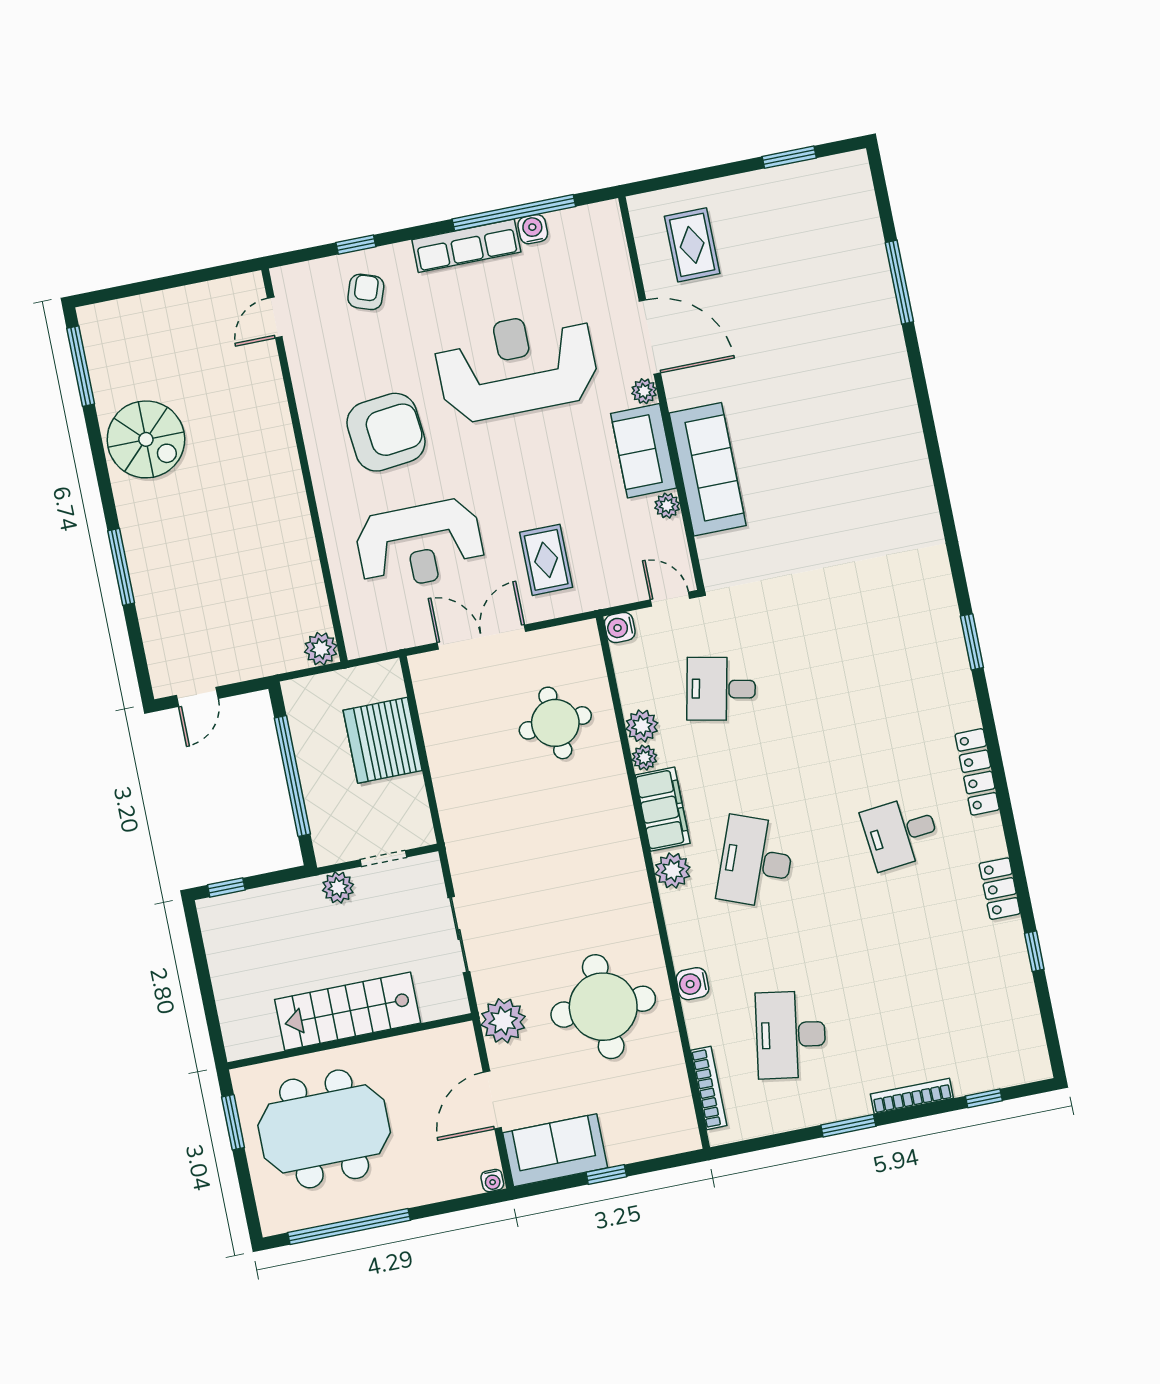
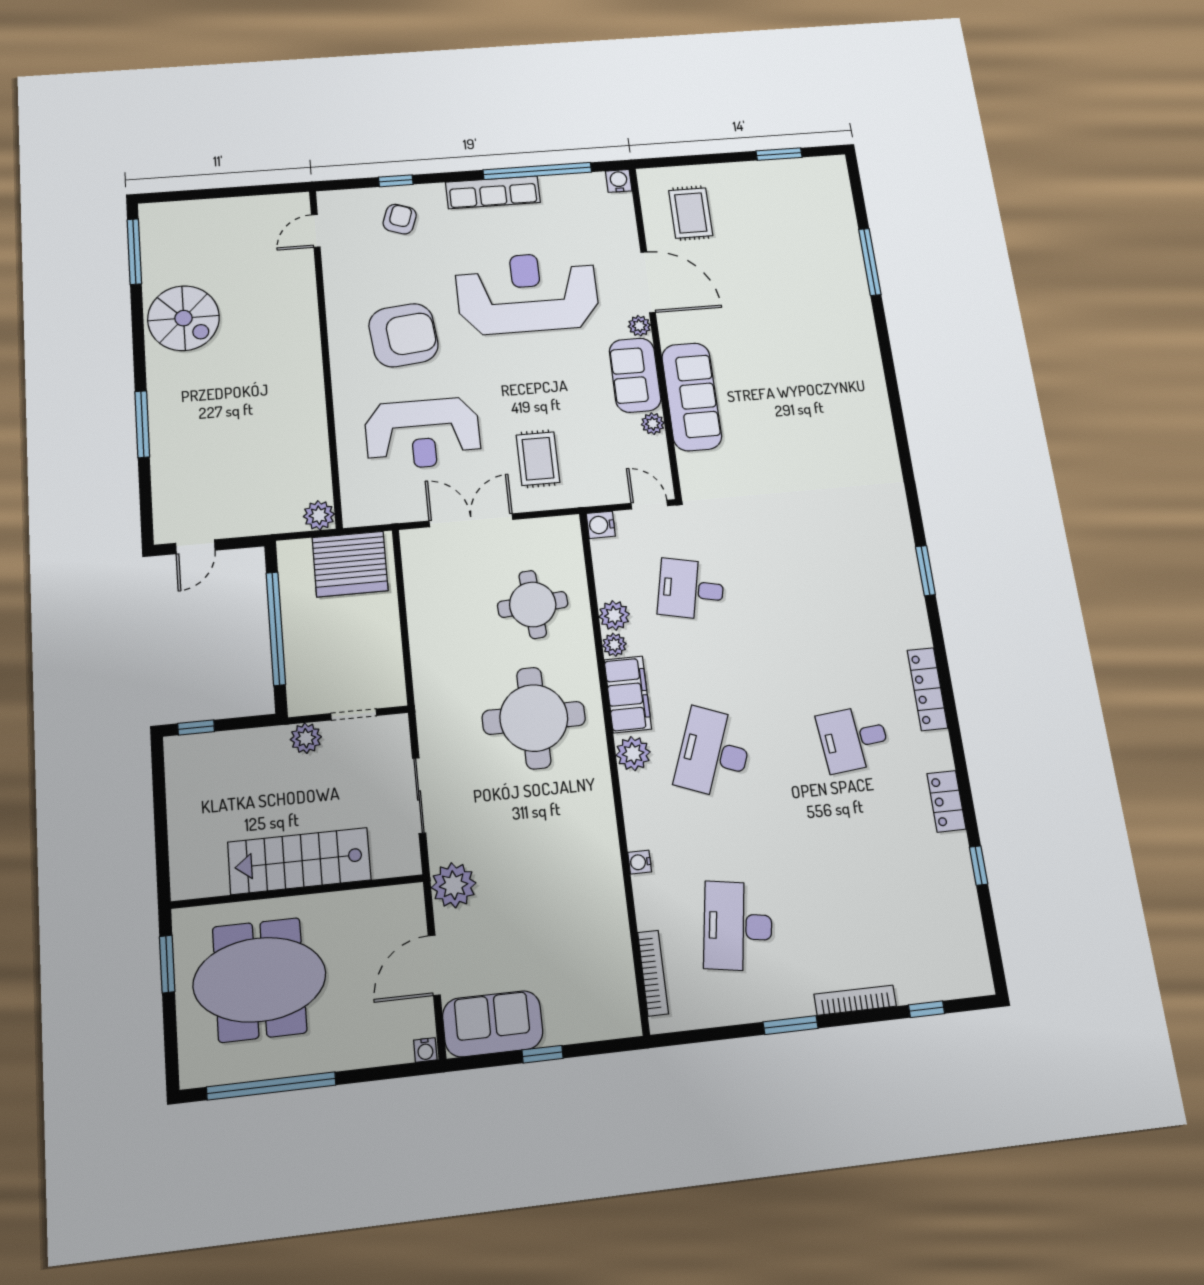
water cooler: (533, 229) -> (619, 181), moved
server rack: (383, 740) -> (350, 564), moved, turned -90
water cooler: (692, 984) -> (640, 862), width x0.72, depth x0.72
round table: (603, 1007) -> (534, 718), moved

